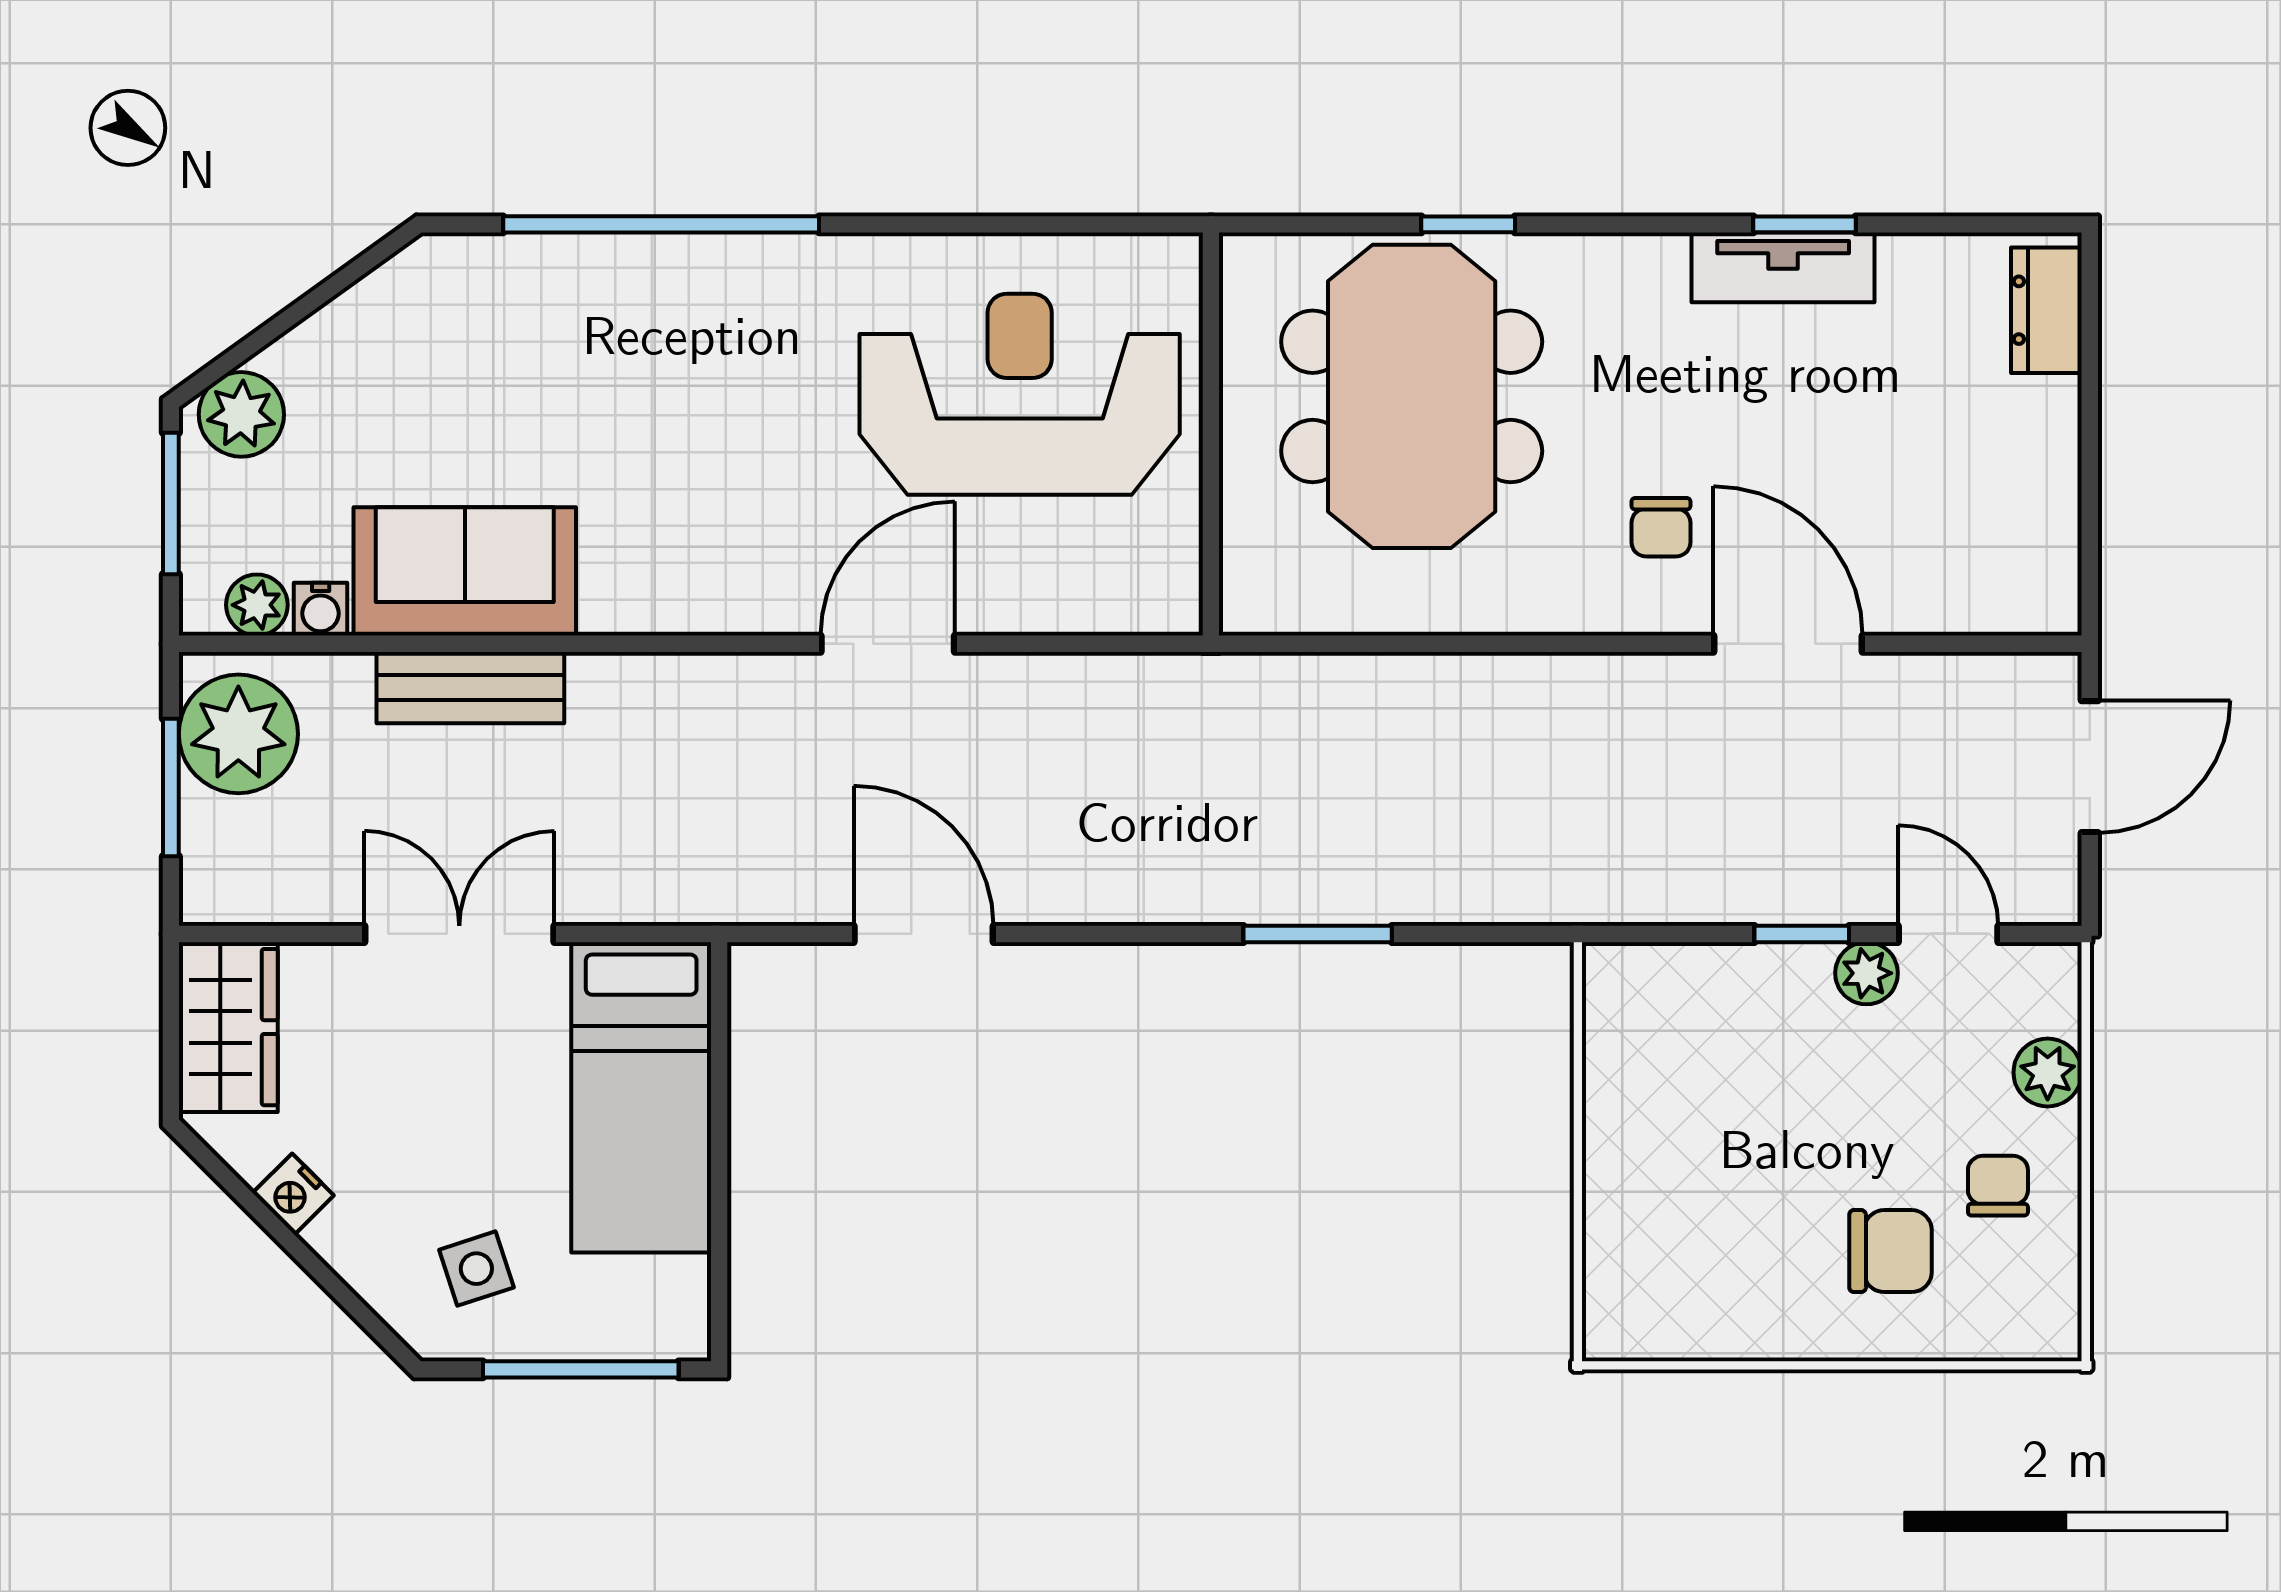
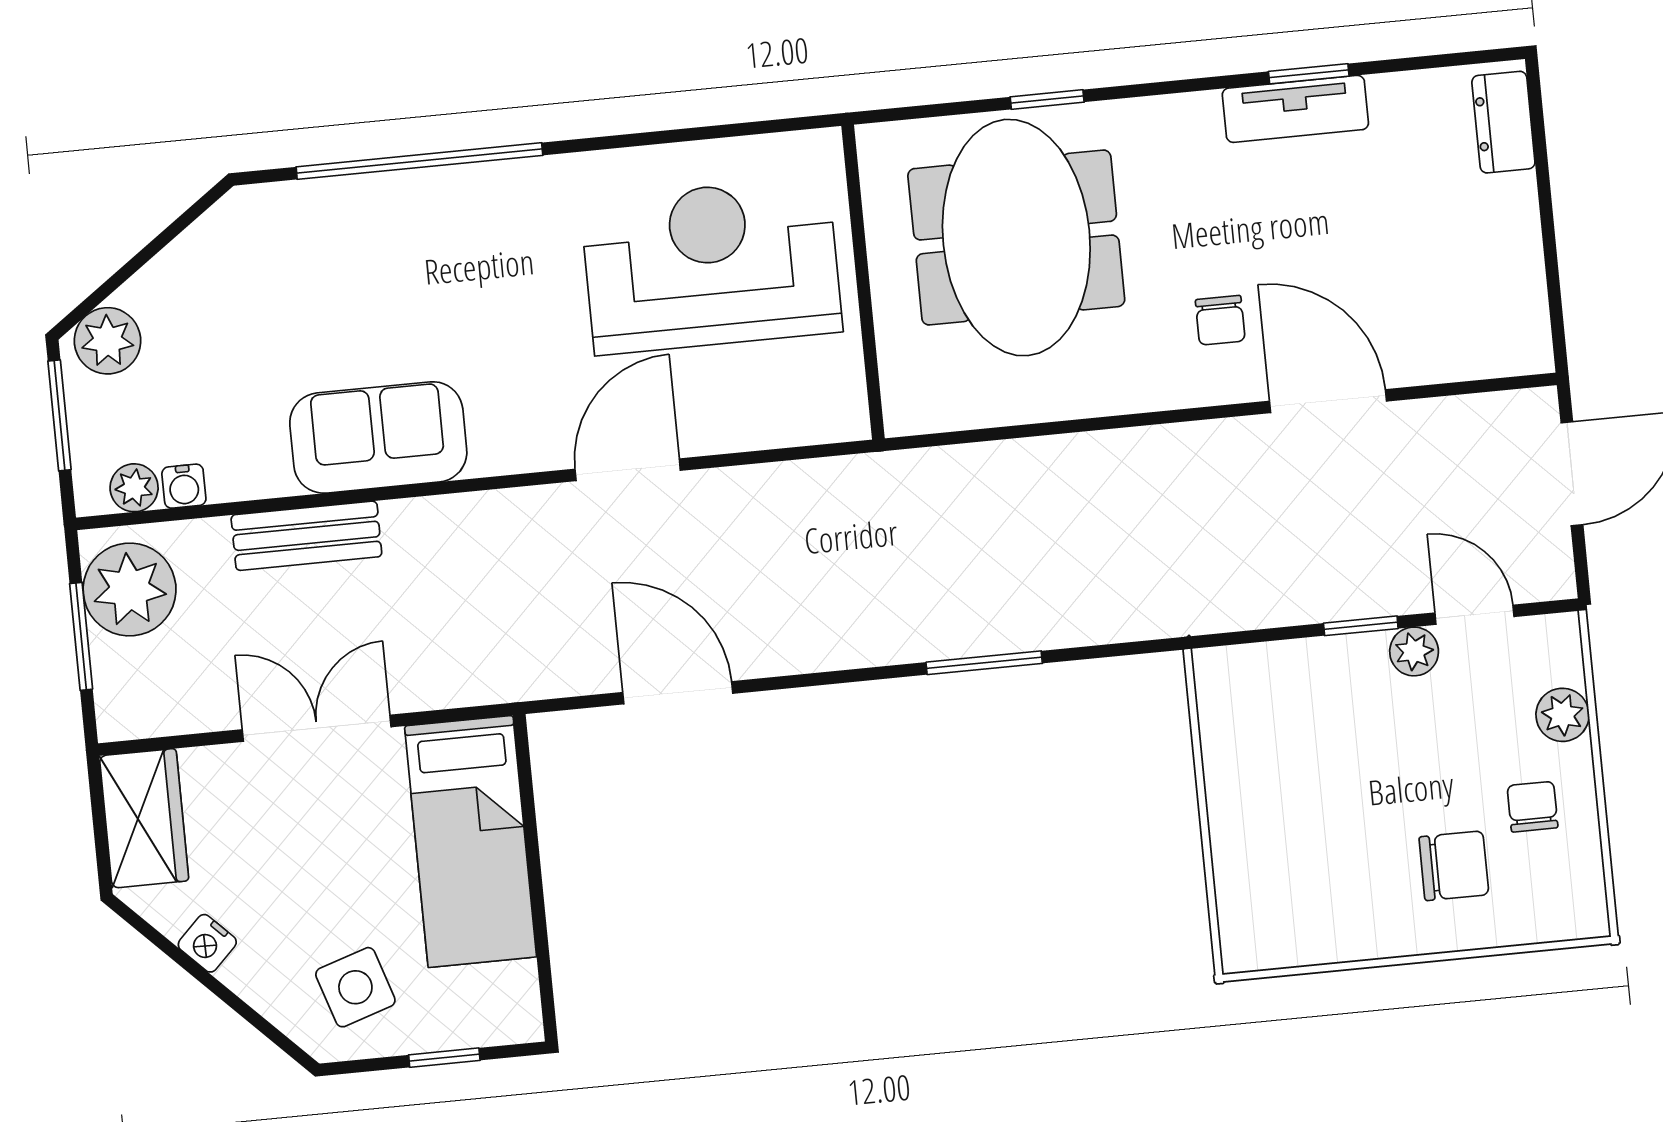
sofa: (465, 571) -> (378, 437), moved
side table: (476, 1269) -> (355, 987), width x1.37, depth x1.37
window: (581, 1369) -> (444, 1058), width x0.46

